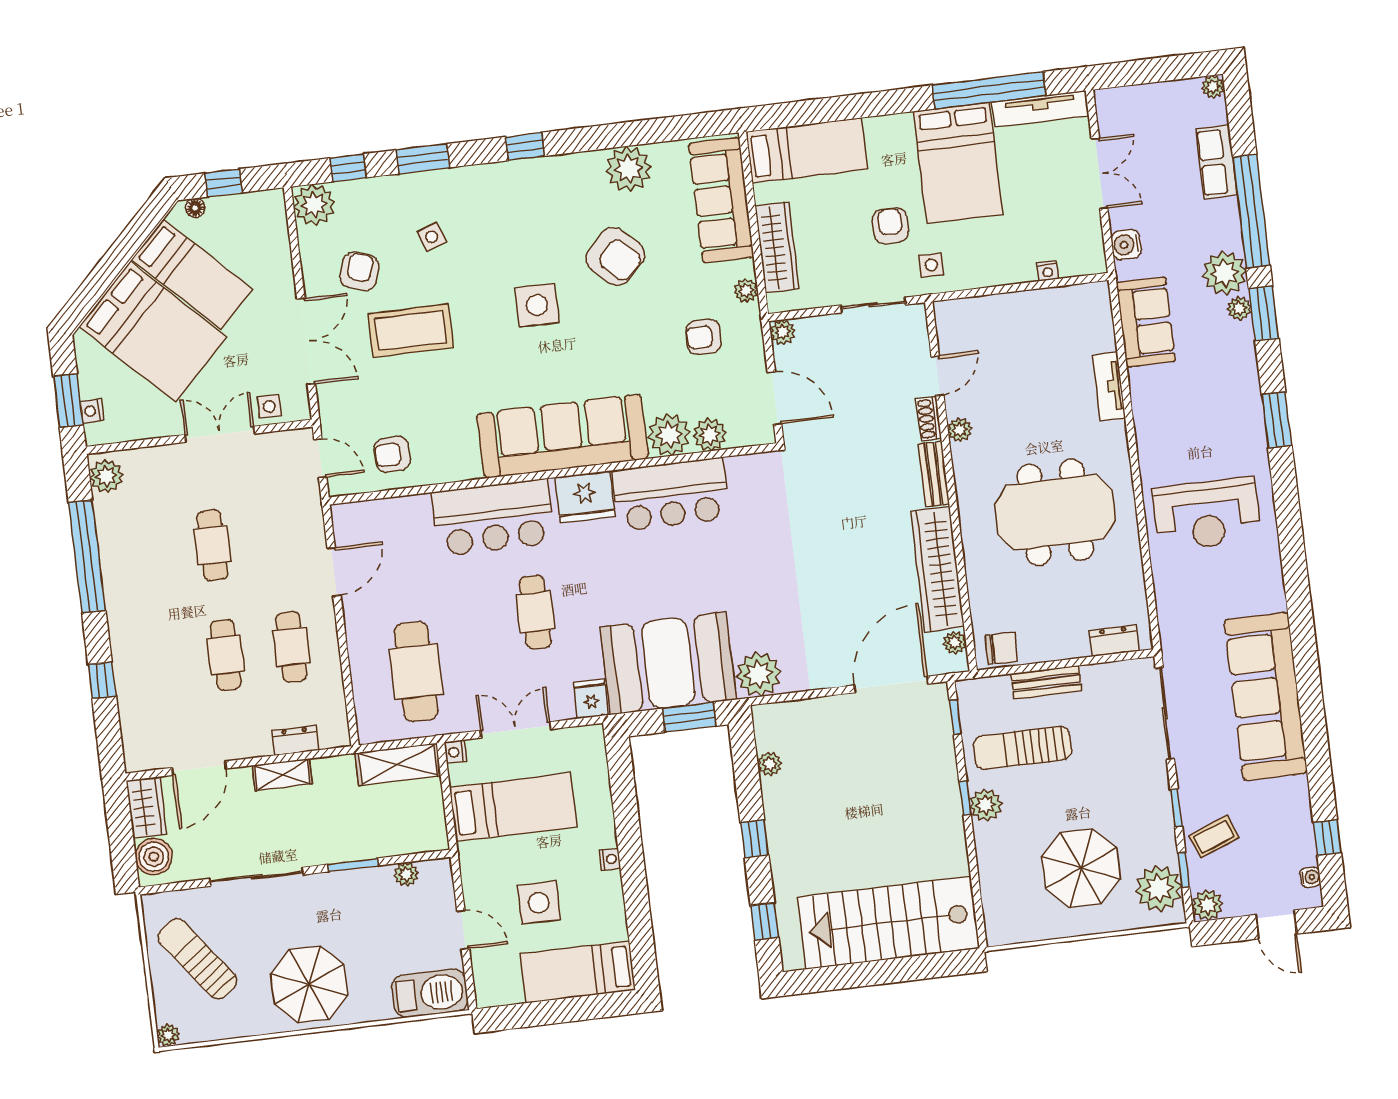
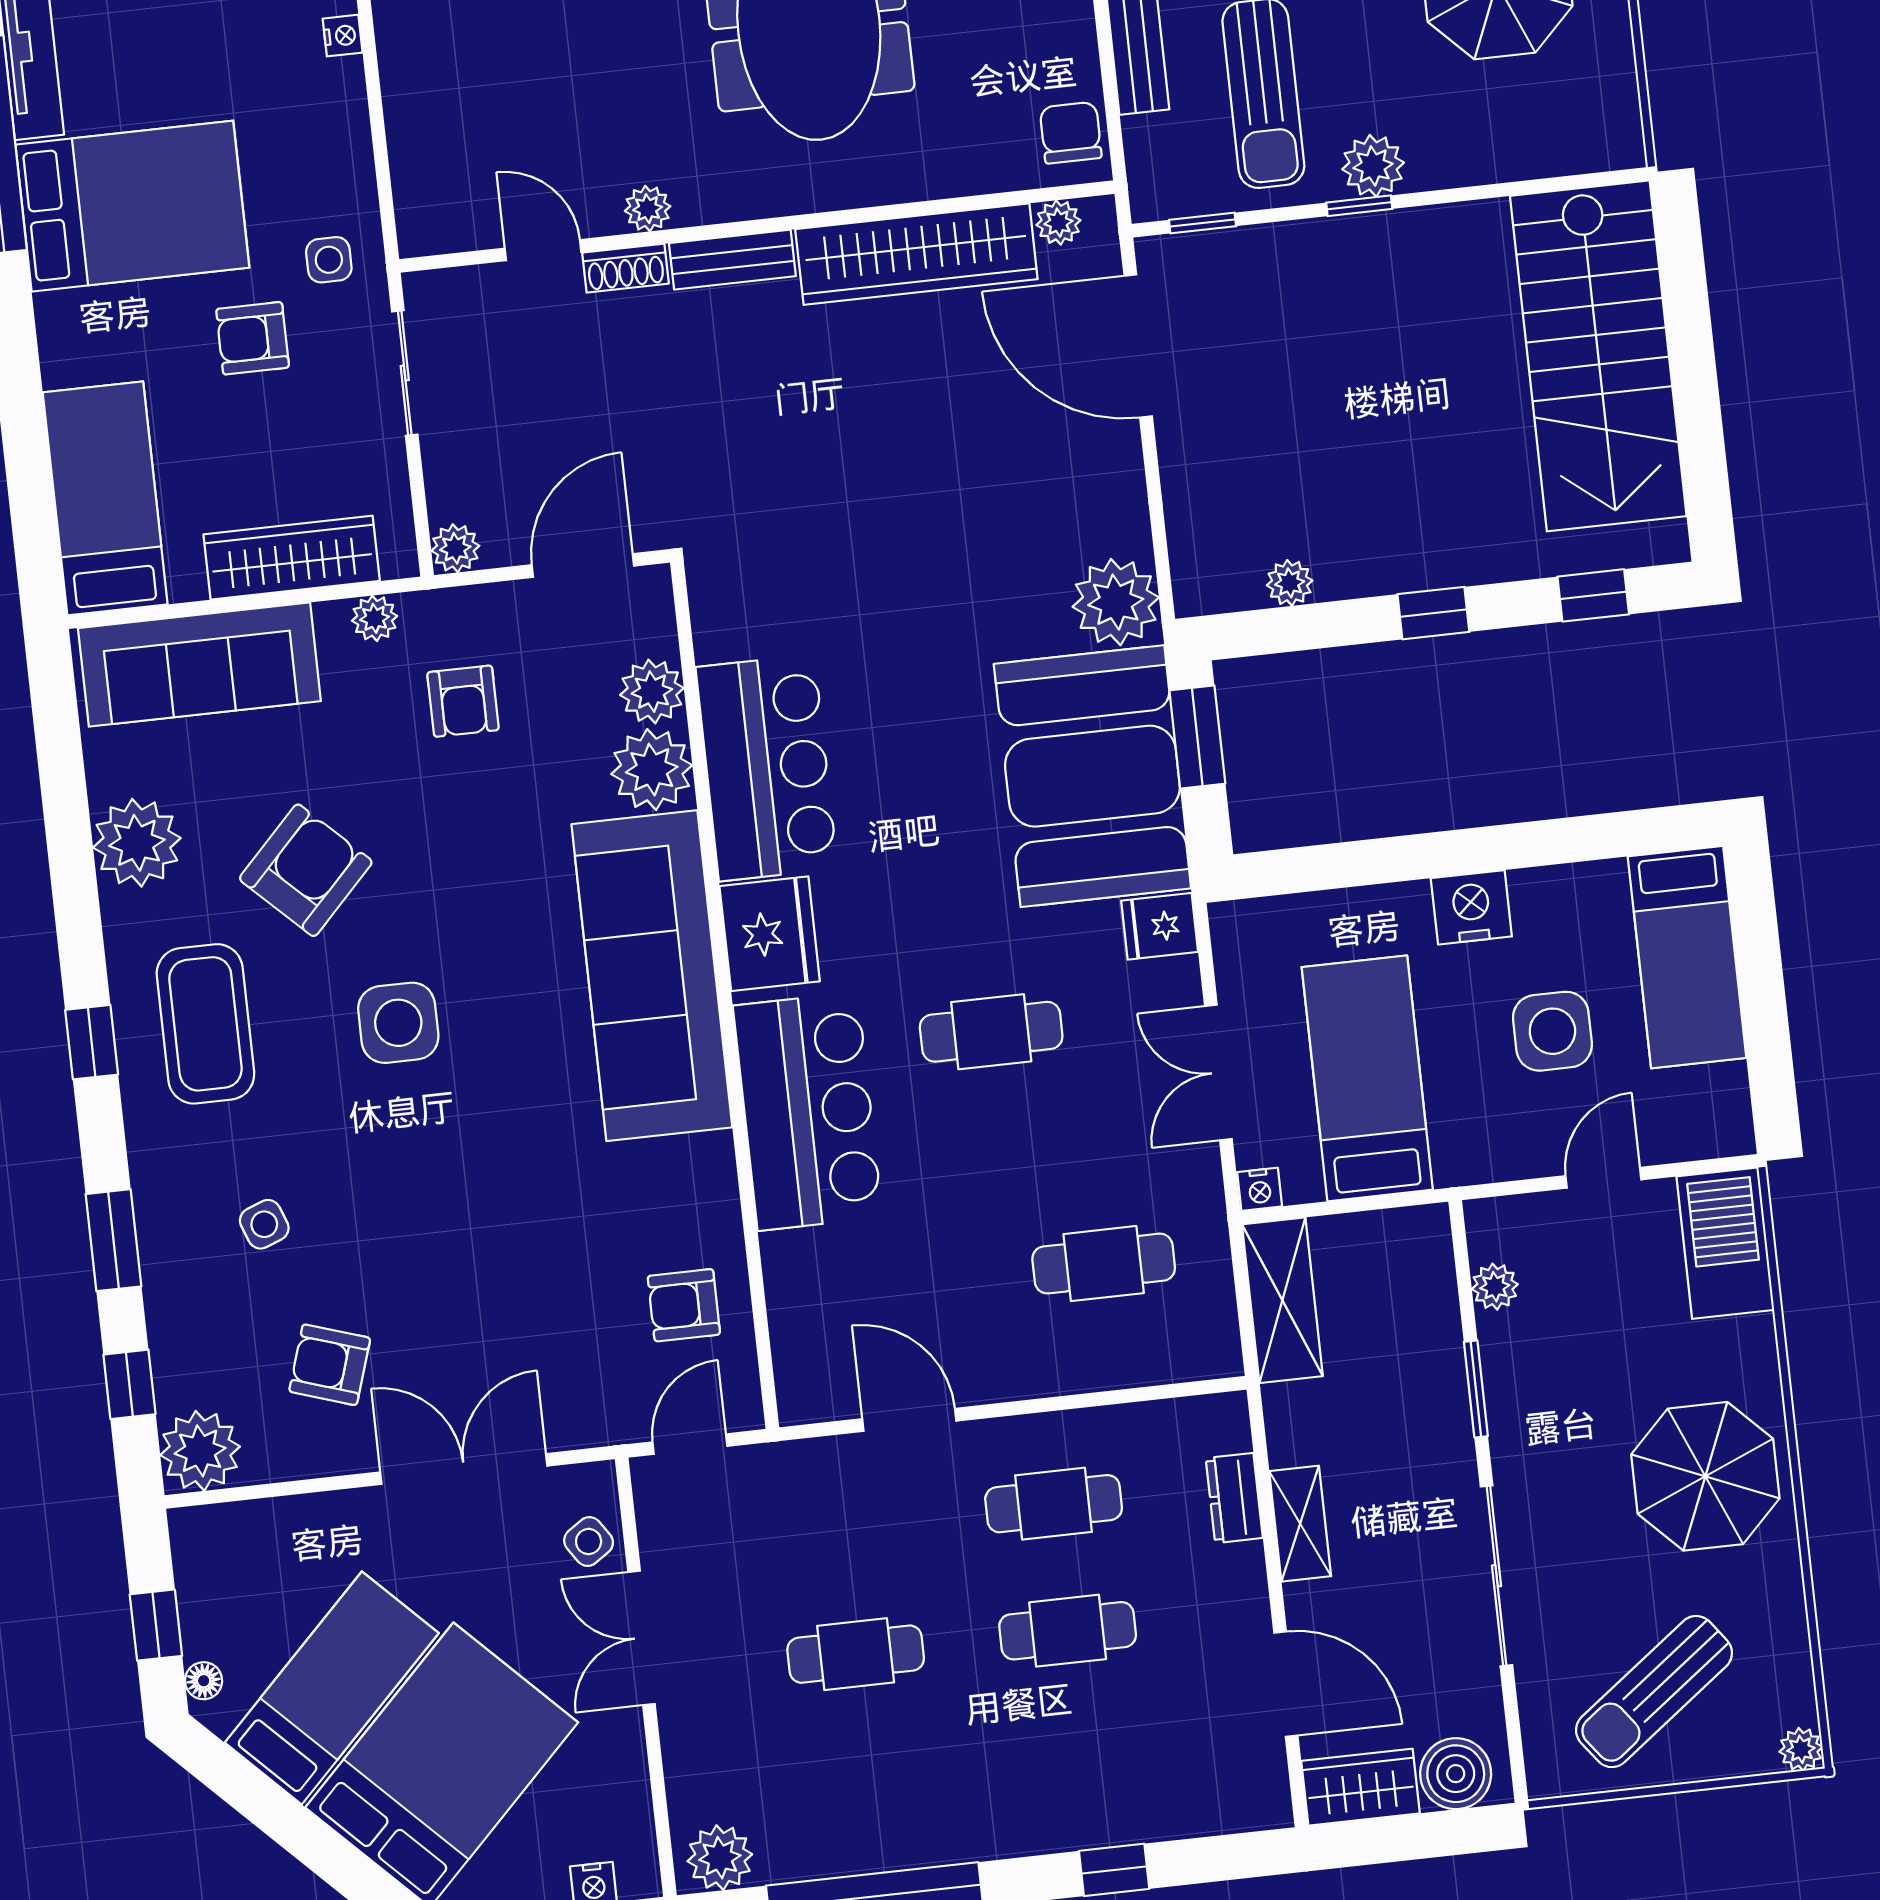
coffee table: (411, 331) -> (205, 1024), moved
side table: (269, 406) -> (589, 1542), turned -34
armchair: (392, 454) -> (684, 1305), turned 90
cafe table: (416, 672) -> (1104, 1264), width x0.73, depth x0.74
nightstand: (610, 859) -> (1471, 907), width x1.89, depth x1.79

